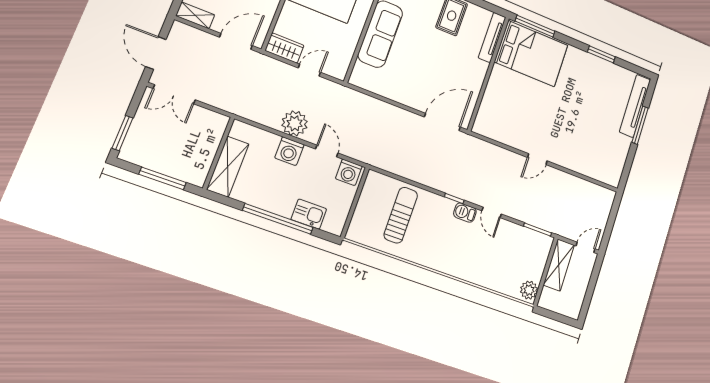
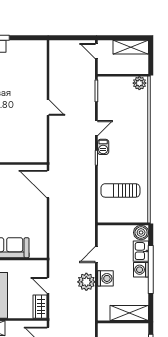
washing machine: (349, 172) -> (141, 270), moved, turned 180
boiler: (334, 223) -> (141, 233), added
shelving: (559, 265) -> (131, 47), moved

